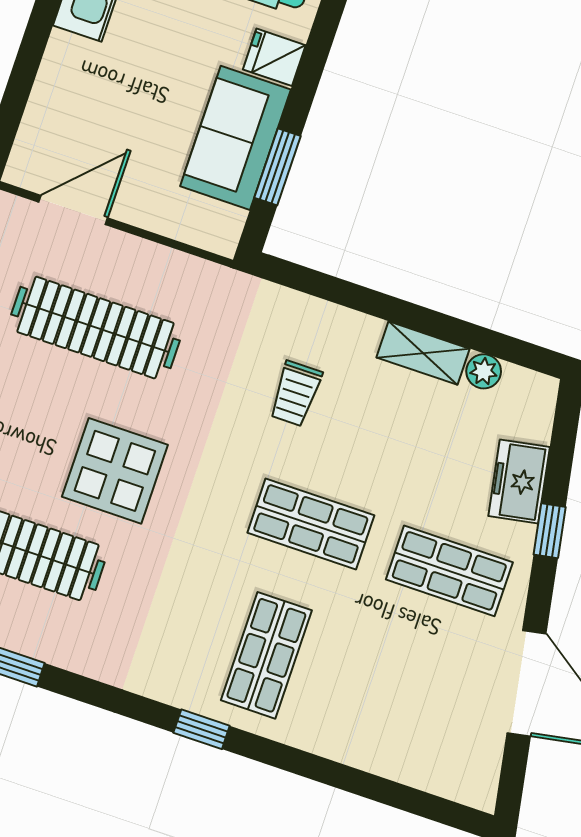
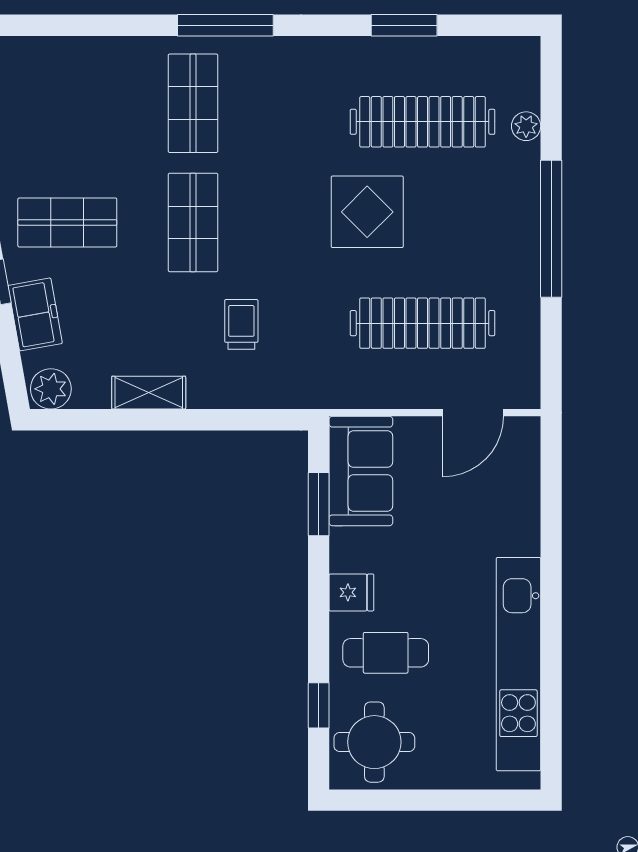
sofa: (235, 138) -> (361, 471), moved
plant: (484, 371) -> (51, 389), moved, width x1.38, depth x1.38
shop shelf: (311, 524) -> (193, 222), turned 90
window: (202, 729) -> (225, 25), width x2.17

